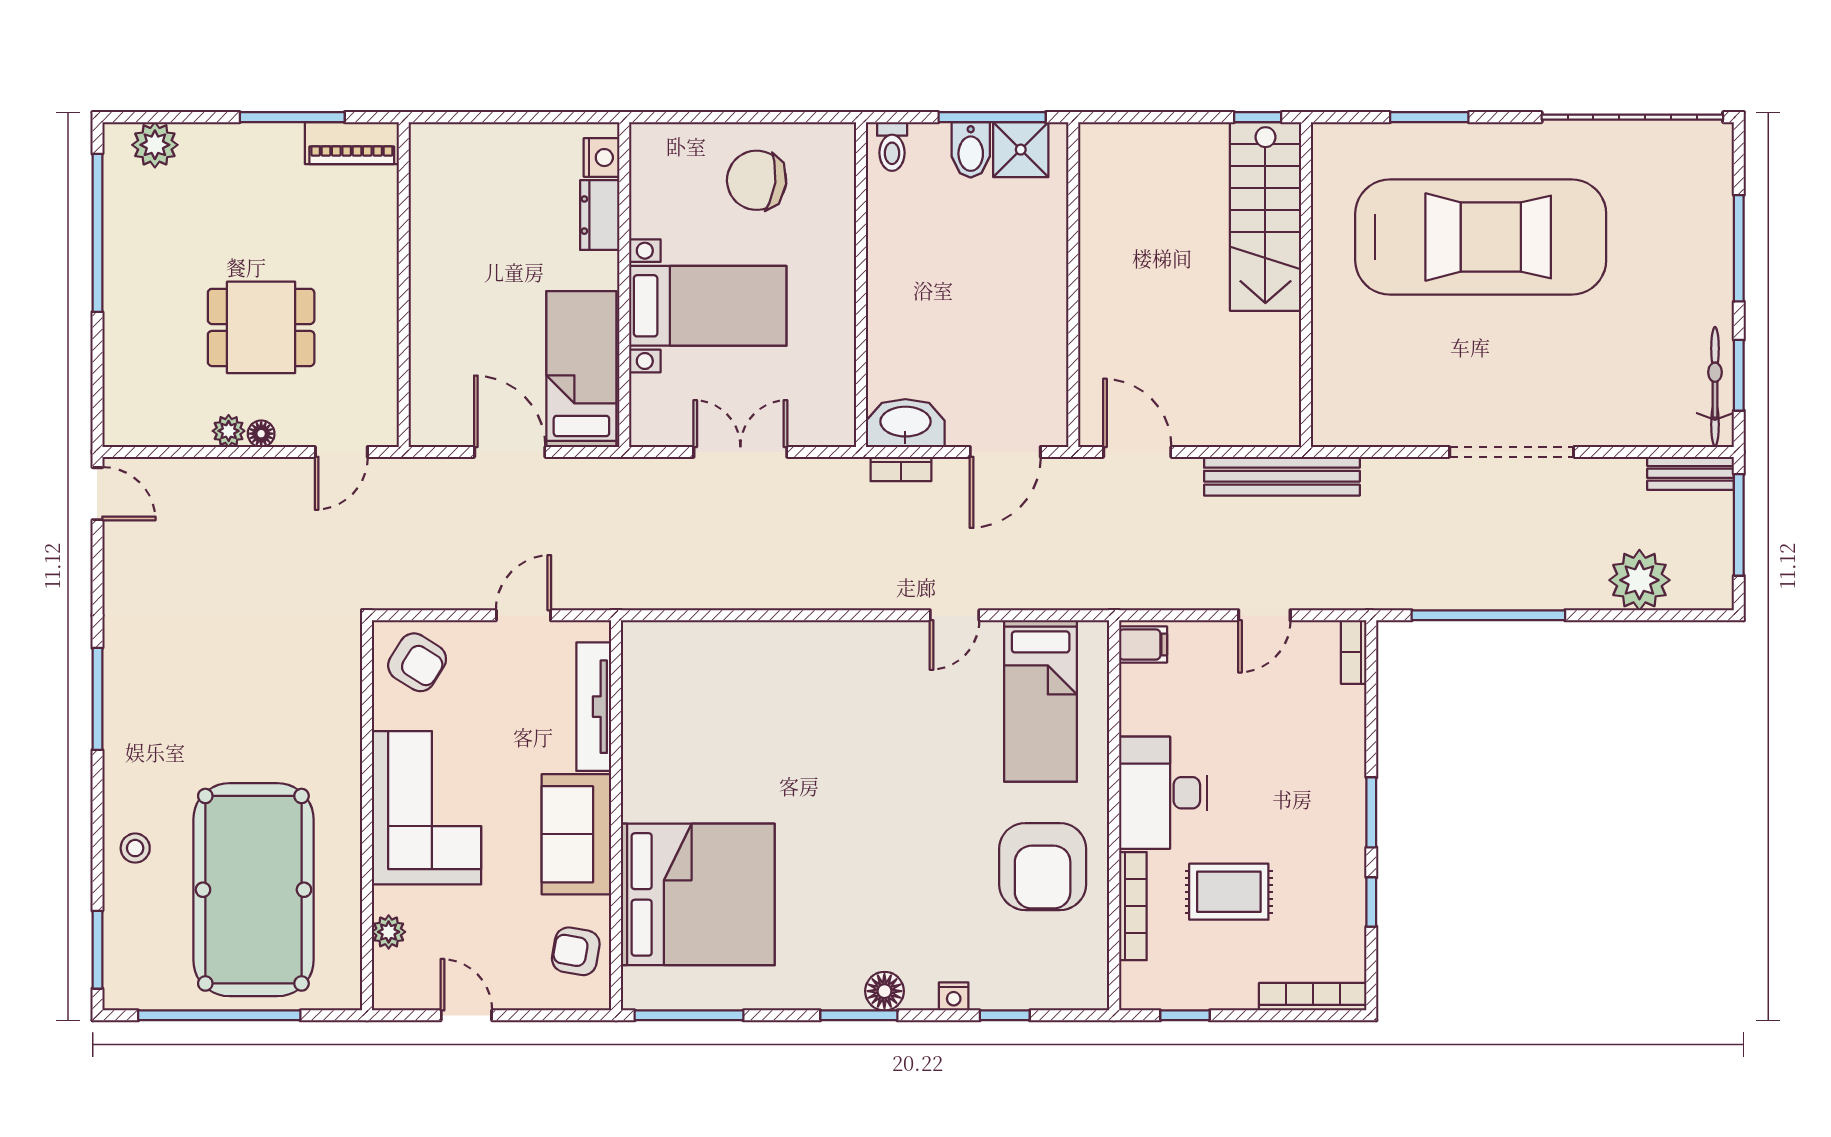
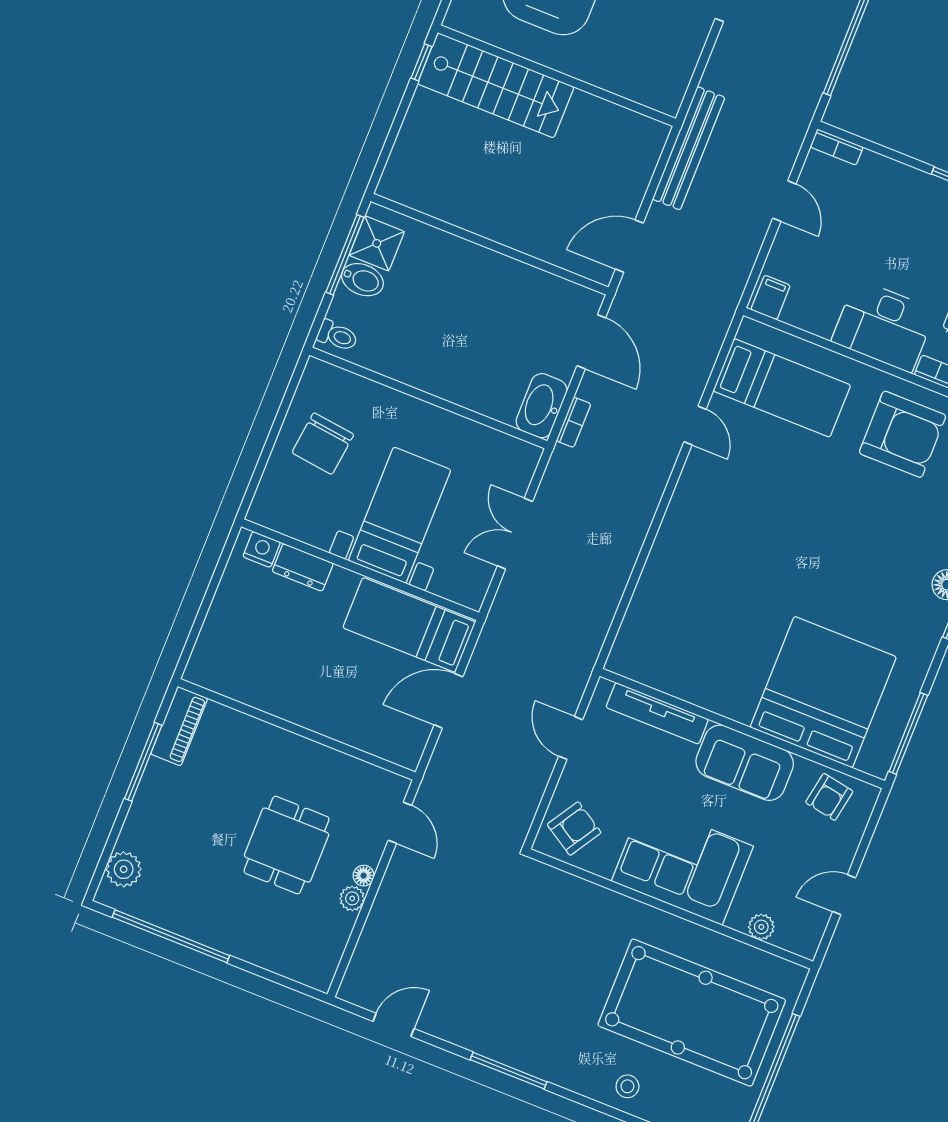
door: (97, 494) -> (394, 1025), moved

